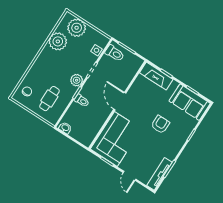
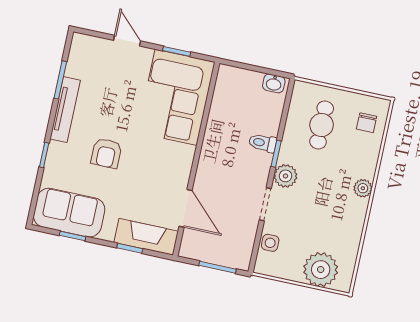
plant: (58, 41) -> (363, 188), moved, width x0.53, depth x0.53
toilet: (115, 53) -> (236, 250), removed
door: (120, 101) -> (186, 208), moved
tv unit: (159, 174) -> (65, 110), moved

